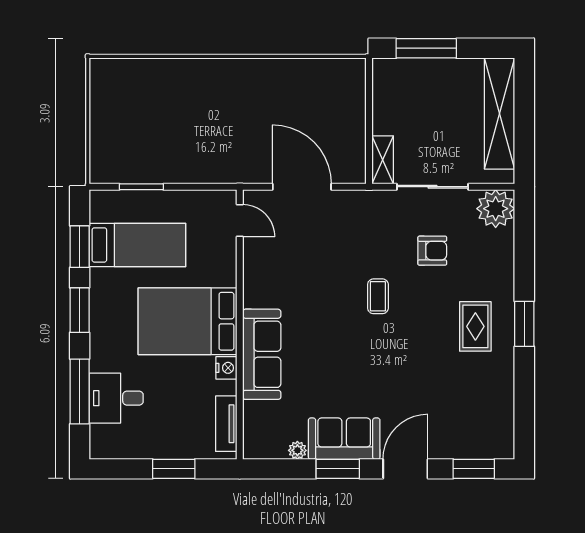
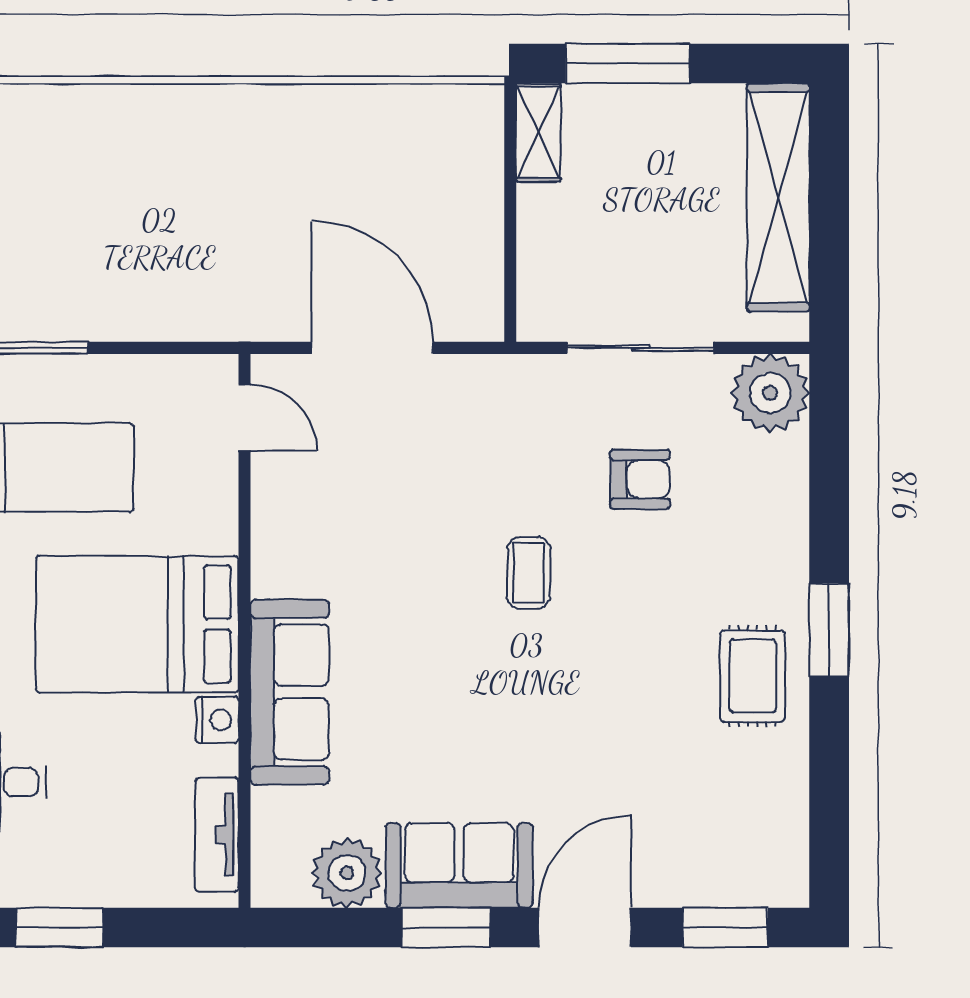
shelving: (383, 160) -> (538, 132), moved
rug: (475, 326) -> (753, 676), moved
plant: (297, 450) -> (347, 873), width x1.87, depth x1.87
window: (174, 469) -> (59, 928), moved

